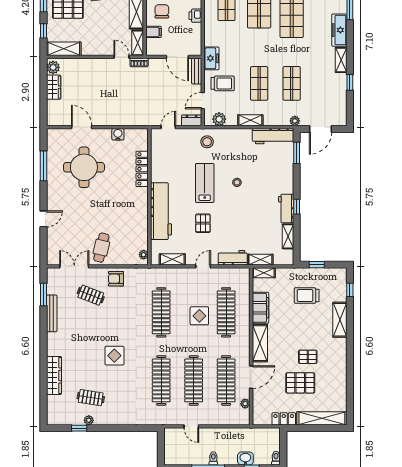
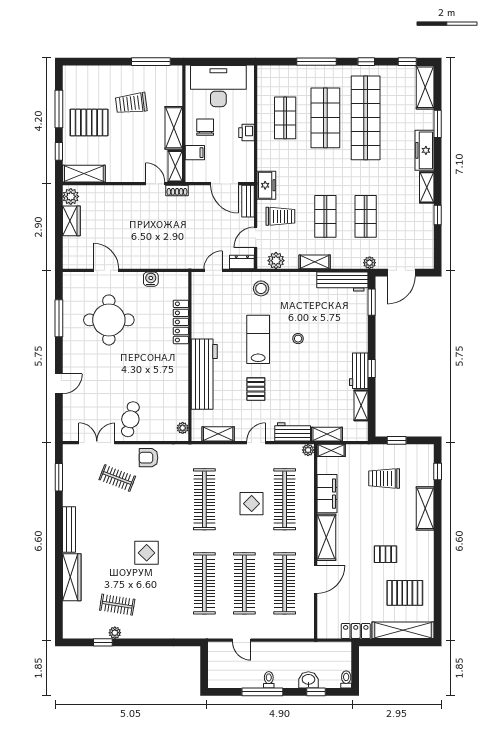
bench: (52, 313) -> (69, 530), moved
pallet: (300, 383) -> (405, 593), moved
plant: (245, 404) -> (308, 450), moved

